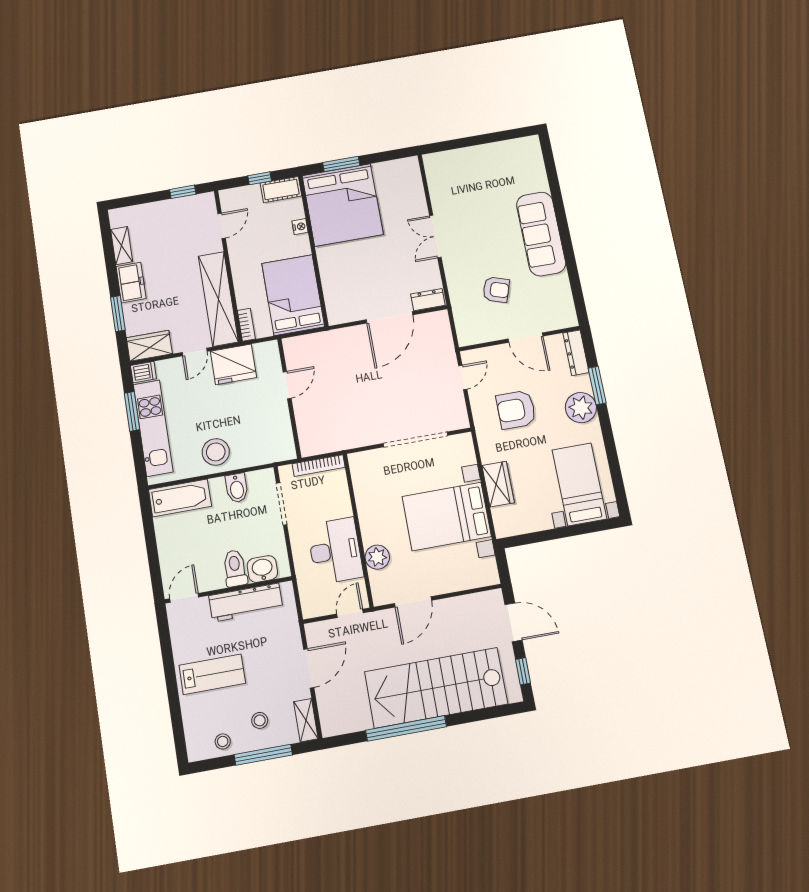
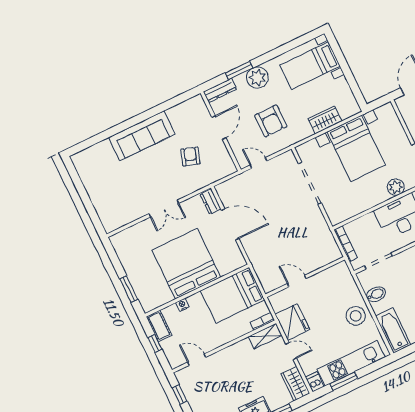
bed: (343, 205) -> (186, 264), moved, turned -90
shelving: (218, 299) -> (265, 336), width x0.45, depth x0.75

